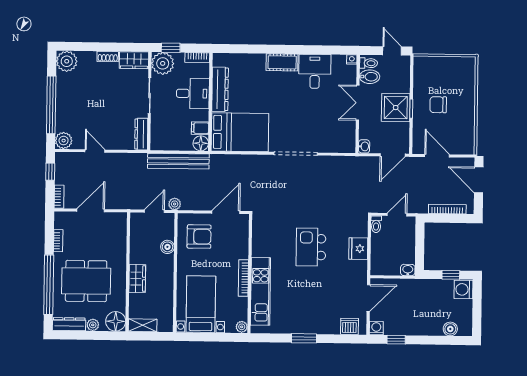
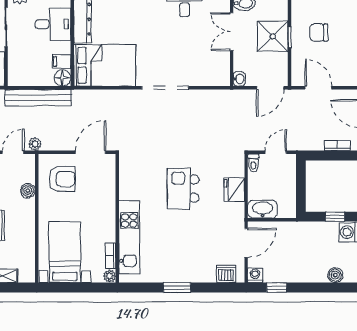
bookcase: (447, 209) -> (337, 145), width x0.64
washbasin: (408, 270) -> (263, 209), moved, width x1.91, depth x1.45
bookcase: (243, 278) -> (111, 256), moved, width x0.64

